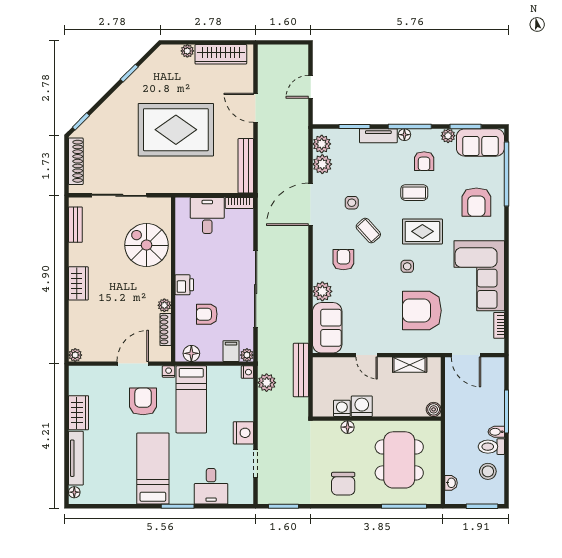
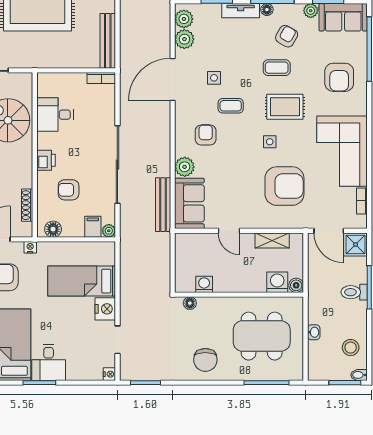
armchair: (424, 161) -> (287, 36), turned -150
desk: (207, 215) -> (55, 115), moved, turned -90
coffee table: (368, 231) -> (231, 106), turned -48
plant: (164, 305) -> (26, 181), removed
armchair: (422, 311) -> (284, 186), turned 180
shower: (493, 369) -> (356, 245), added
bench: (301, 370) -> (163, 205), moved
nightstand: (247, 372) -> (109, 374), moved
plant: (267, 383) -> (129, 258), removed
bed: (191, 399) -> (82, 281), moved, turned 90
washing machine: (362, 406) -> (277, 282), moved
floor lamp: (348, 427) -> (190, 303), moved
bidet: (496, 432) -> (359, 375), moved
toilet: (491, 447) -> (354, 292), moved
dining table: (399, 460) -> (262, 336), turned 90
washbasin: (451, 483) -> (314, 332), moved
desk: (211, 486) -> (49, 362), moved

